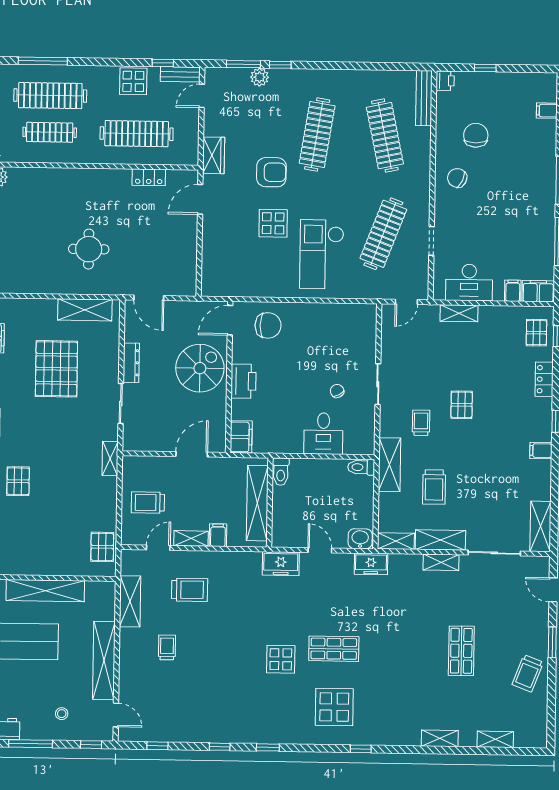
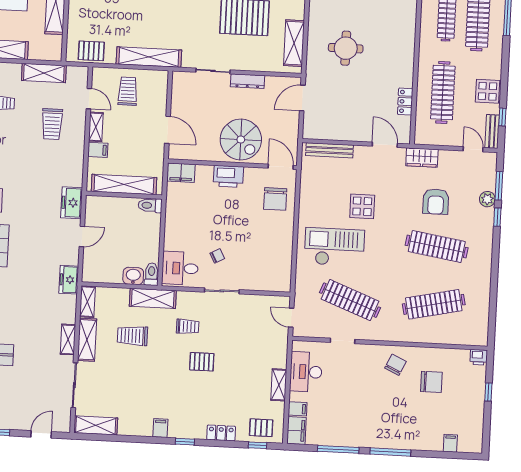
bench: (424, 98) -> (330, 150), moved
armchair: (271, 172) -> (436, 202), moved
shelving: (459, 313) -> (279, 385), moved
desk: (323, 434) -> (180, 268), moved
shelving: (110, 459) -> (149, 57), width x2.20, depth x1.33
washbasin: (360, 539) -> (133, 276), moved, turned -90

